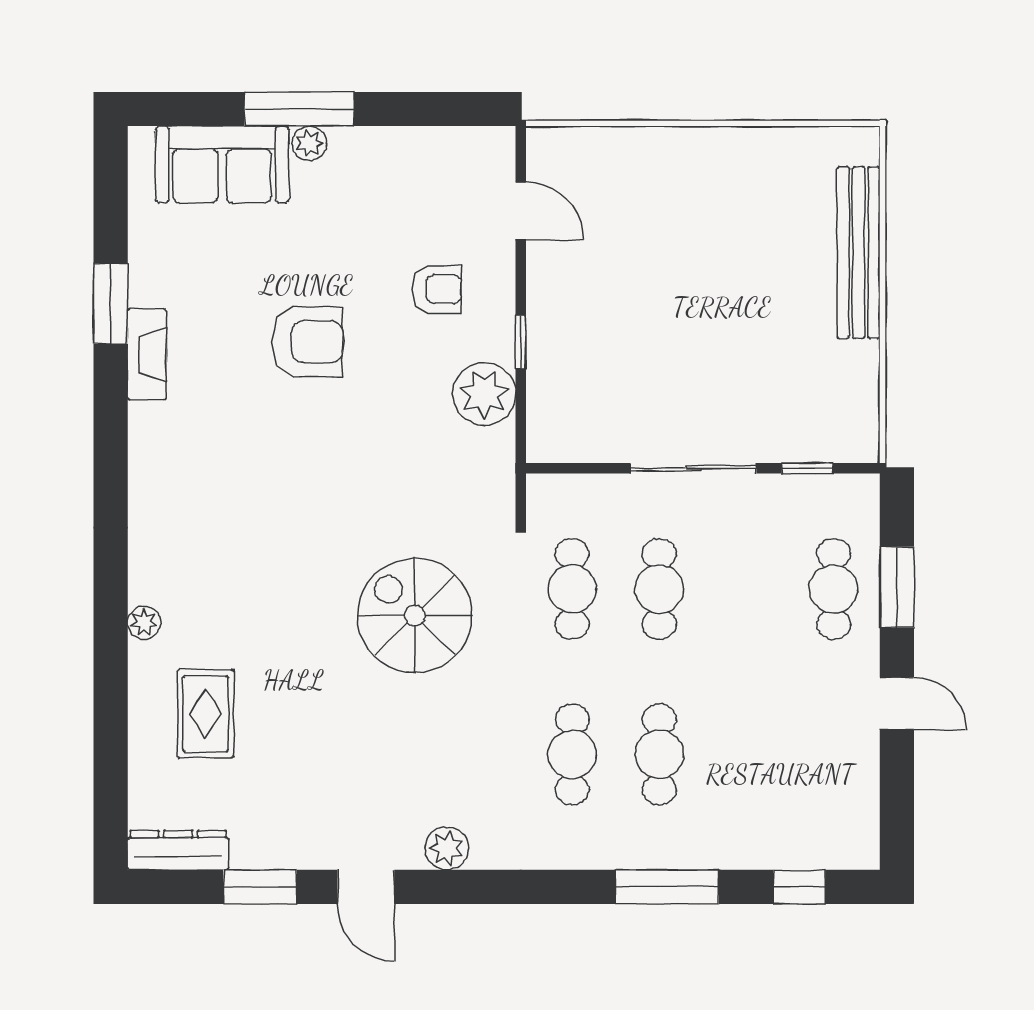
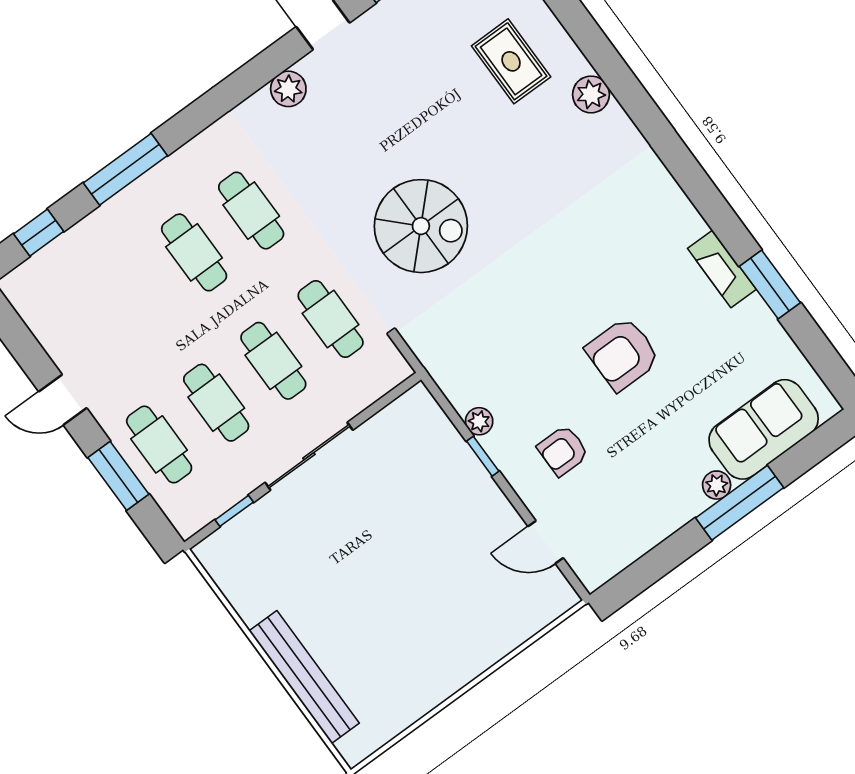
plant: (484, 394) -> (479, 421), width x0.53, depth x0.53
cafe table: (746, 589) -> (216, 403), added
plant: (144, 623) -> (591, 94), width x1.38, depth x1.38

